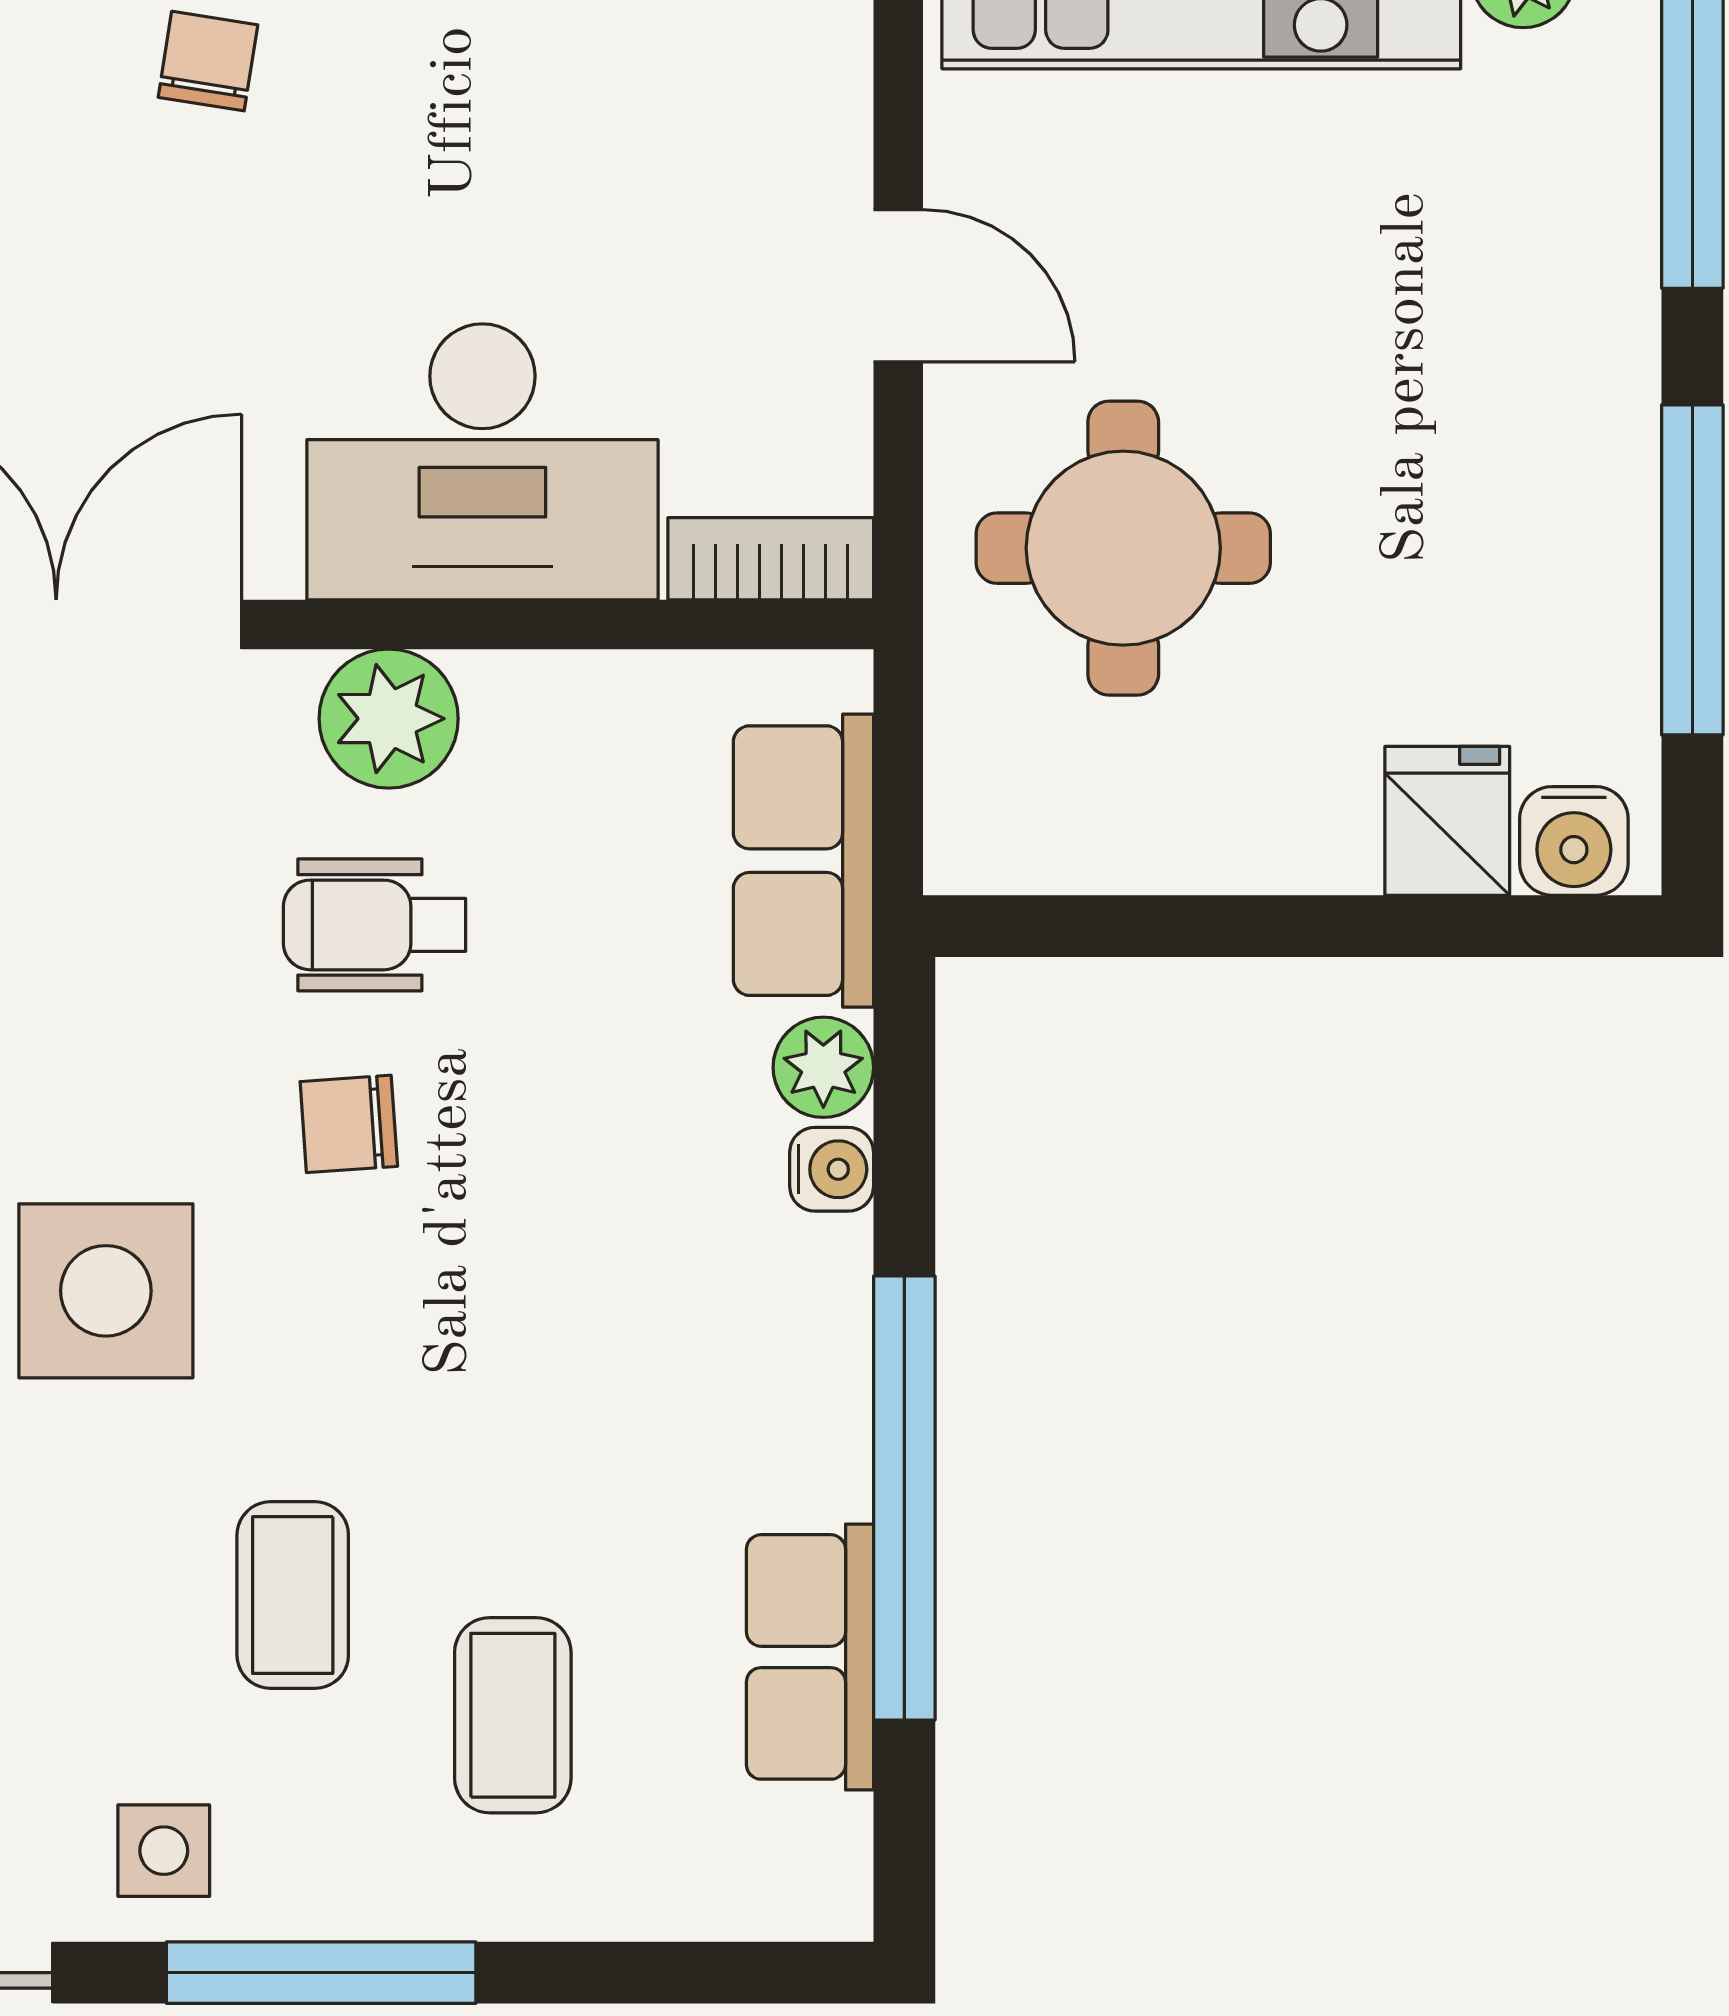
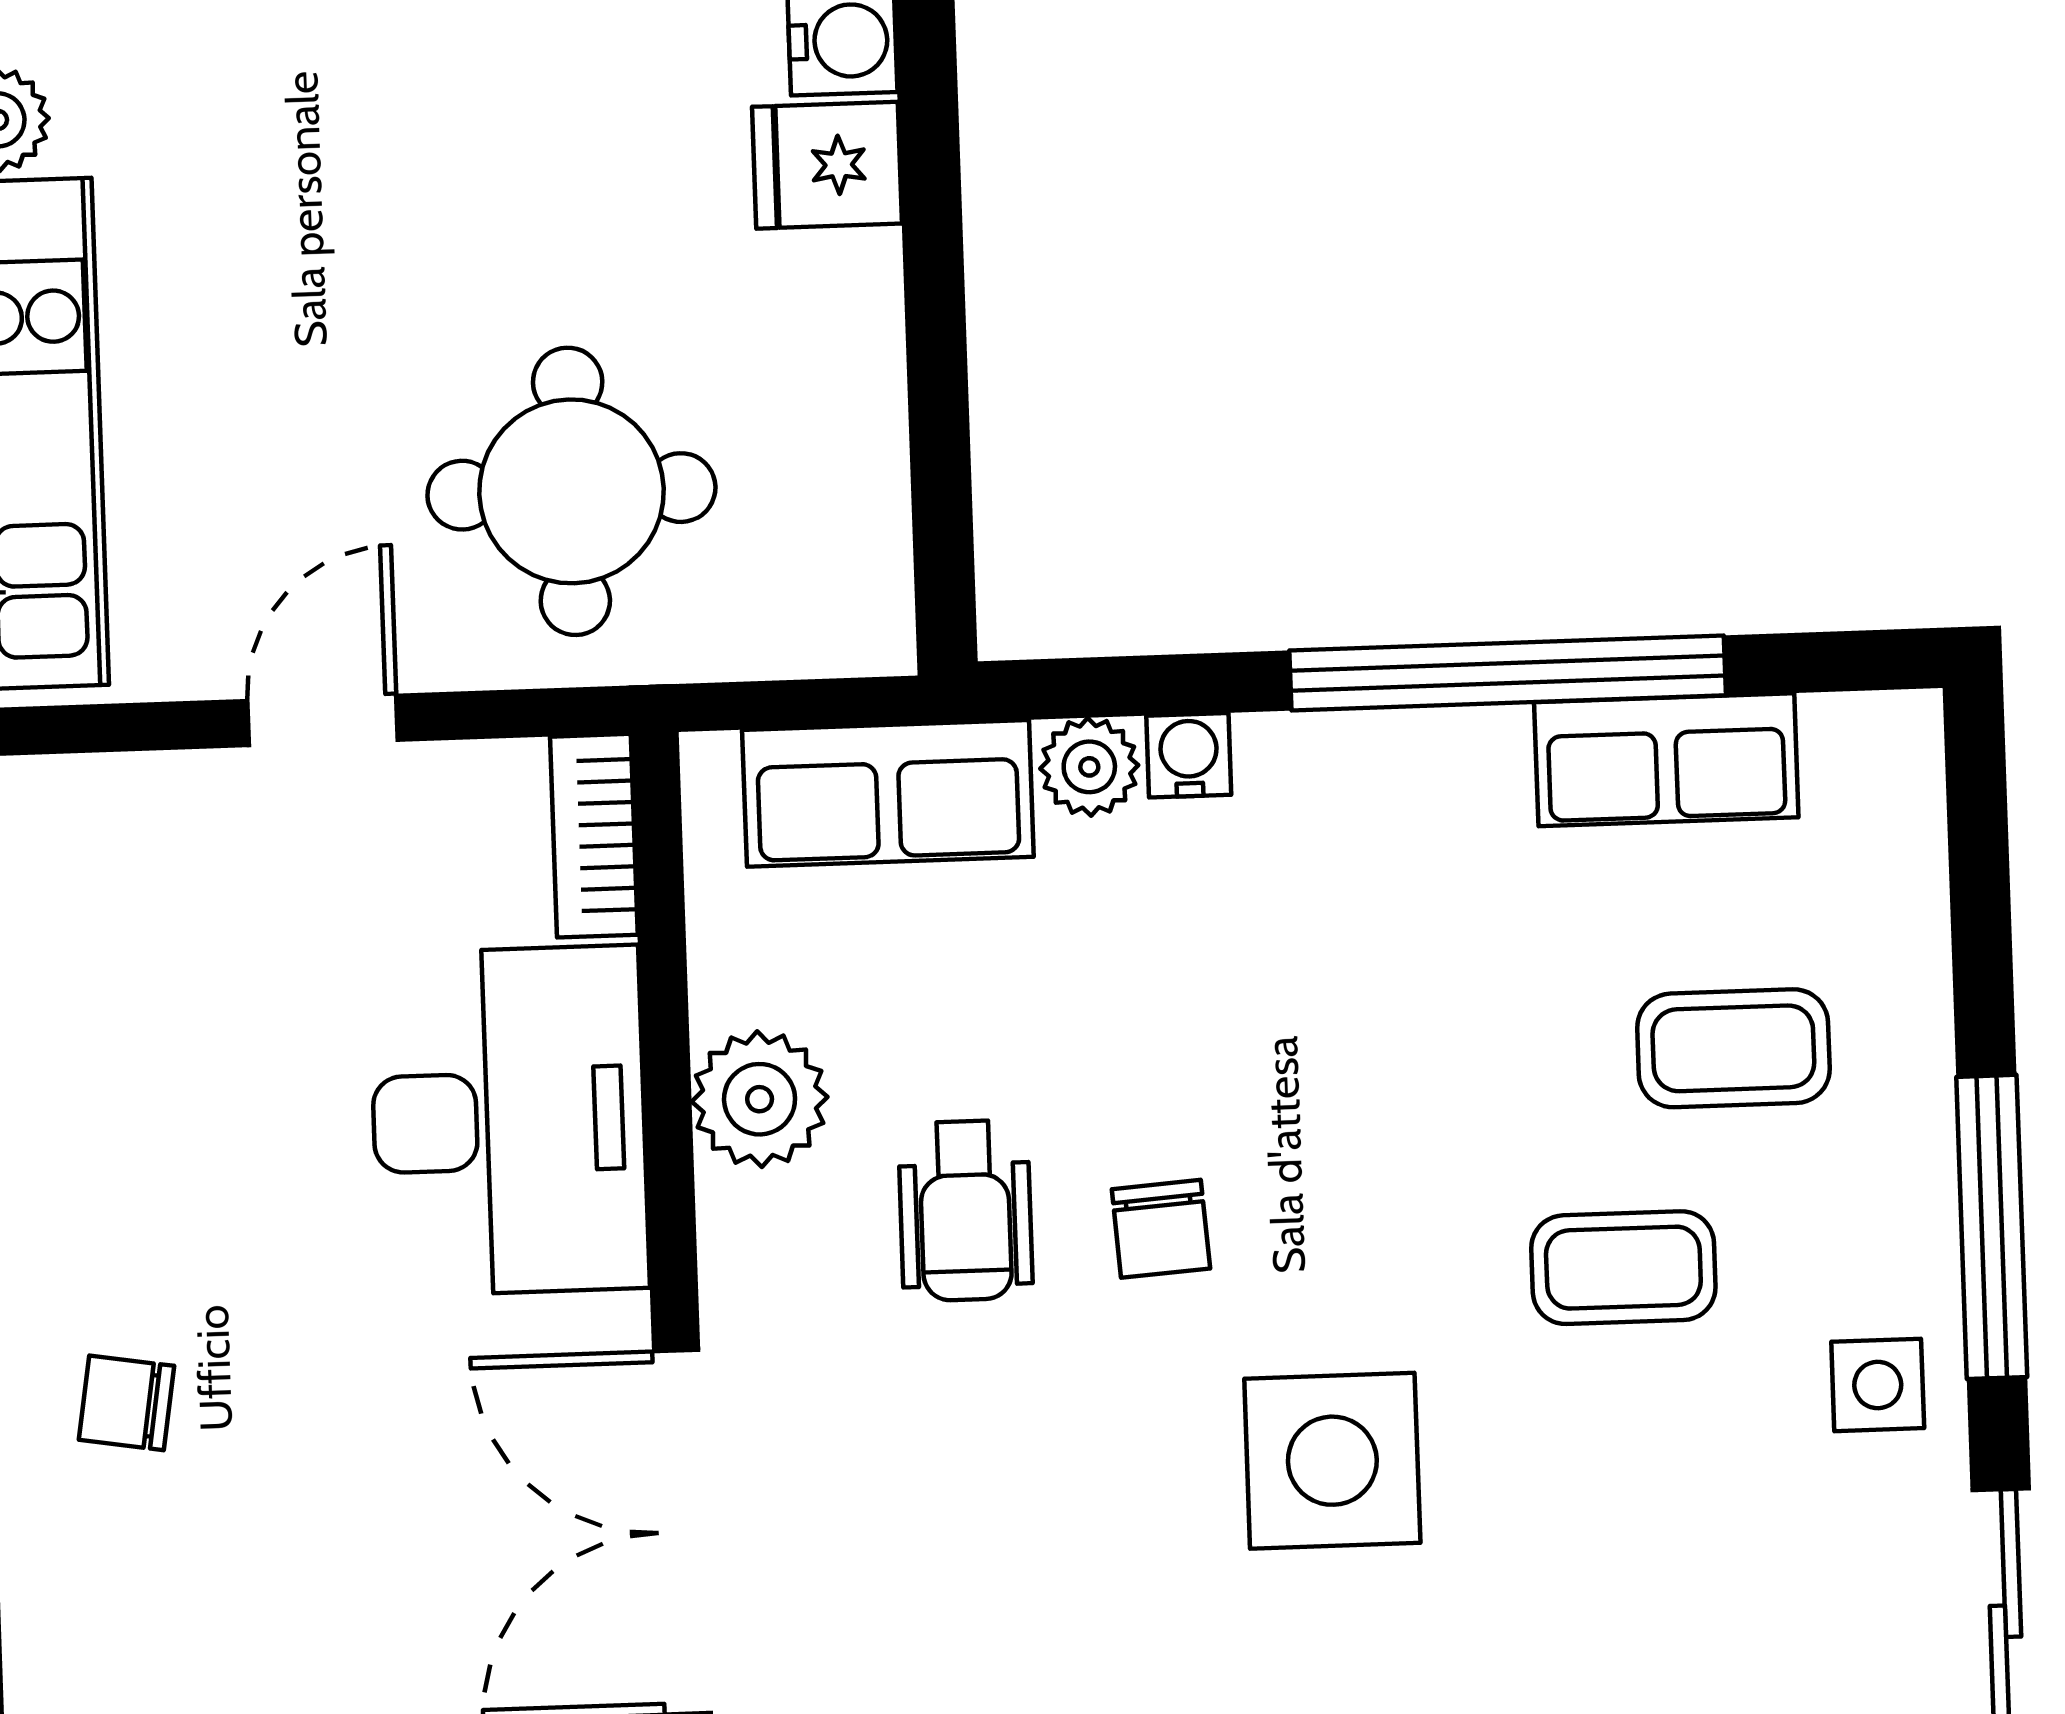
plant: (389, 719) -> (760, 1099), moved

